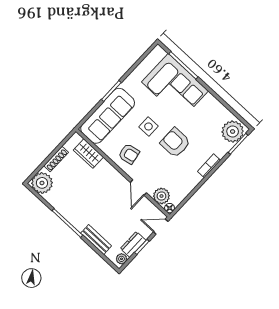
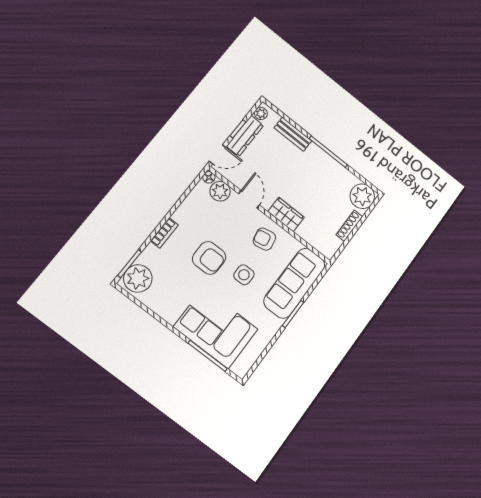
wardrobe: (88, 154) -> (286, 214), moved
dresser: (133, 244) -> (245, 136), width x1.44

